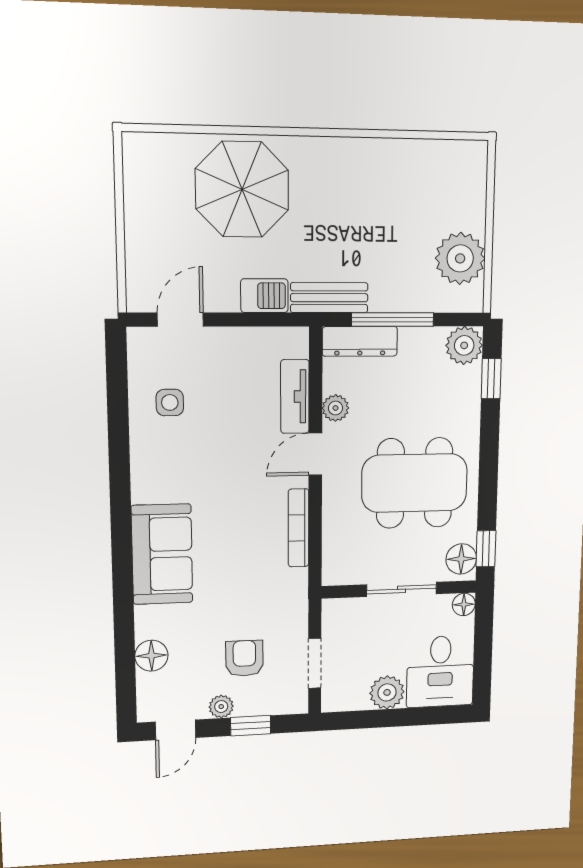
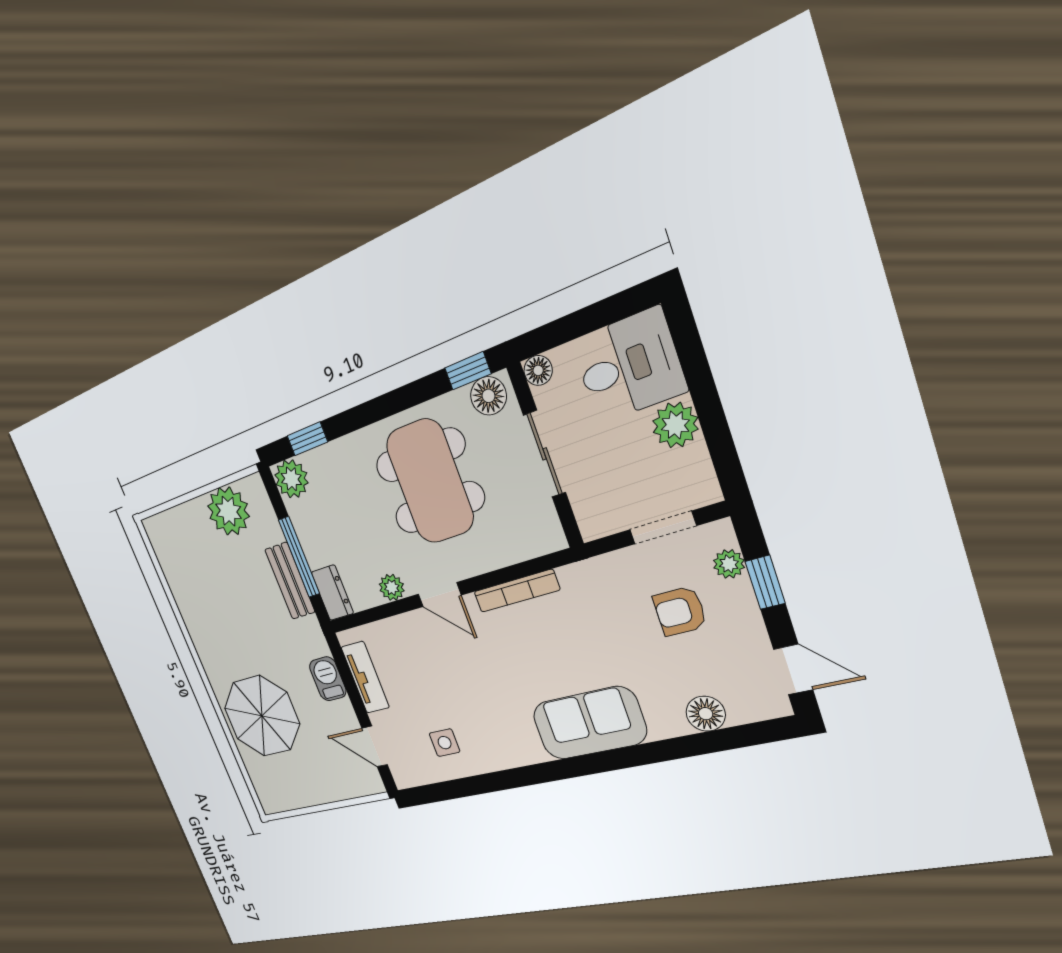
bench: (329, 298) -> (290, 581), moved
dresser: (360, 341) -> (332, 593), width x0.70
tv unit: (295, 396) -> (365, 677), moved, turned -90
plant: (221, 707) -> (729, 564), moved

